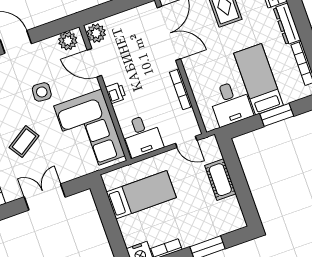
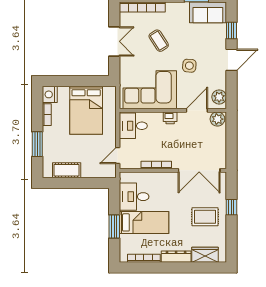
cot: (220, 180) -> (67, 170), moved
bed: (141, 195) -> (86, 110), width x1.50

